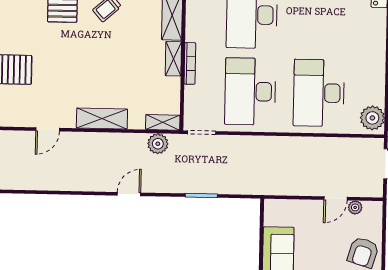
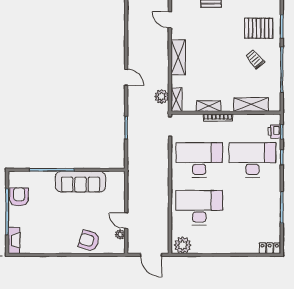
shelving: (173, 59) -> (209, 106), moved

